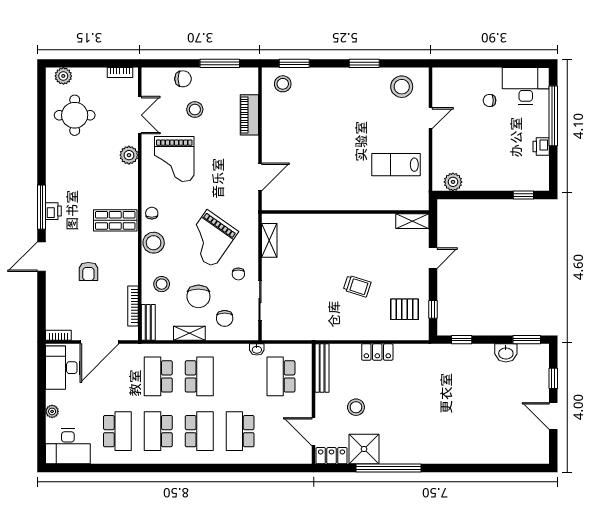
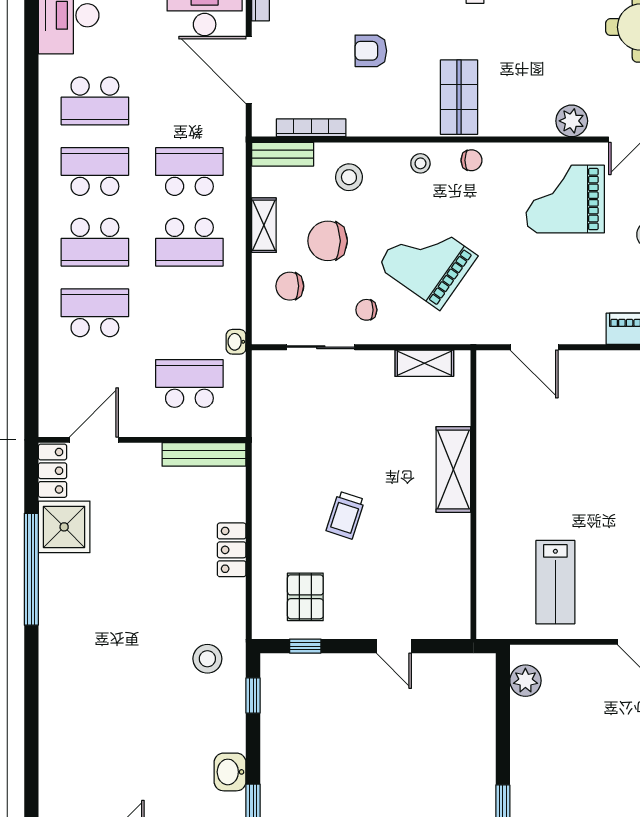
lab bench: (396, 165) -> (555, 582), turned 180
shelving: (412, 221) -> (453, 469), moved, width x1.50, depth x1.33
stool: (154, 243) -> (420, 163), width x0.53, depth x0.53
stool: (356, 407) -> (207, 659), moved

